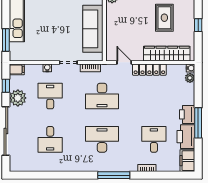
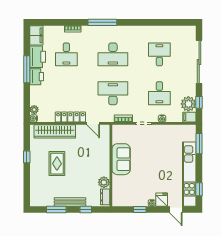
sofa: (93, 29) -> (121, 159), width x0.73
plant: (18, 98) -> (188, 104), moved

